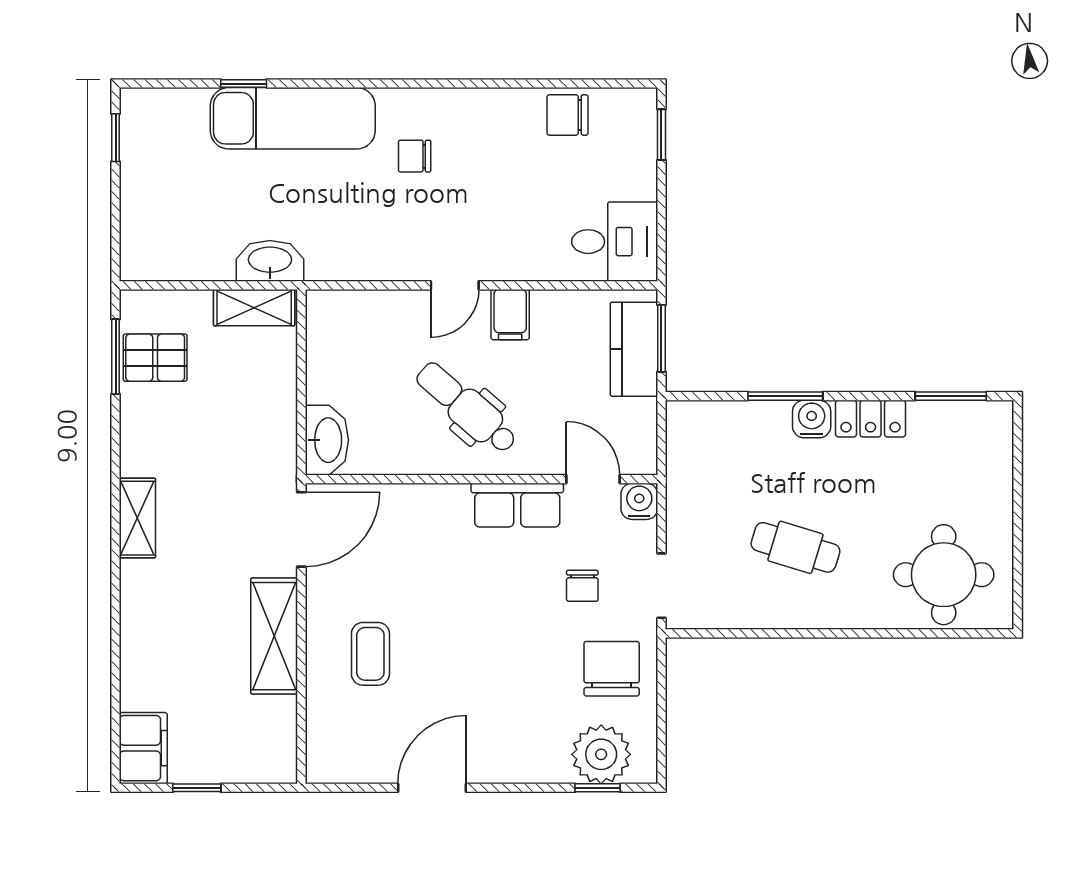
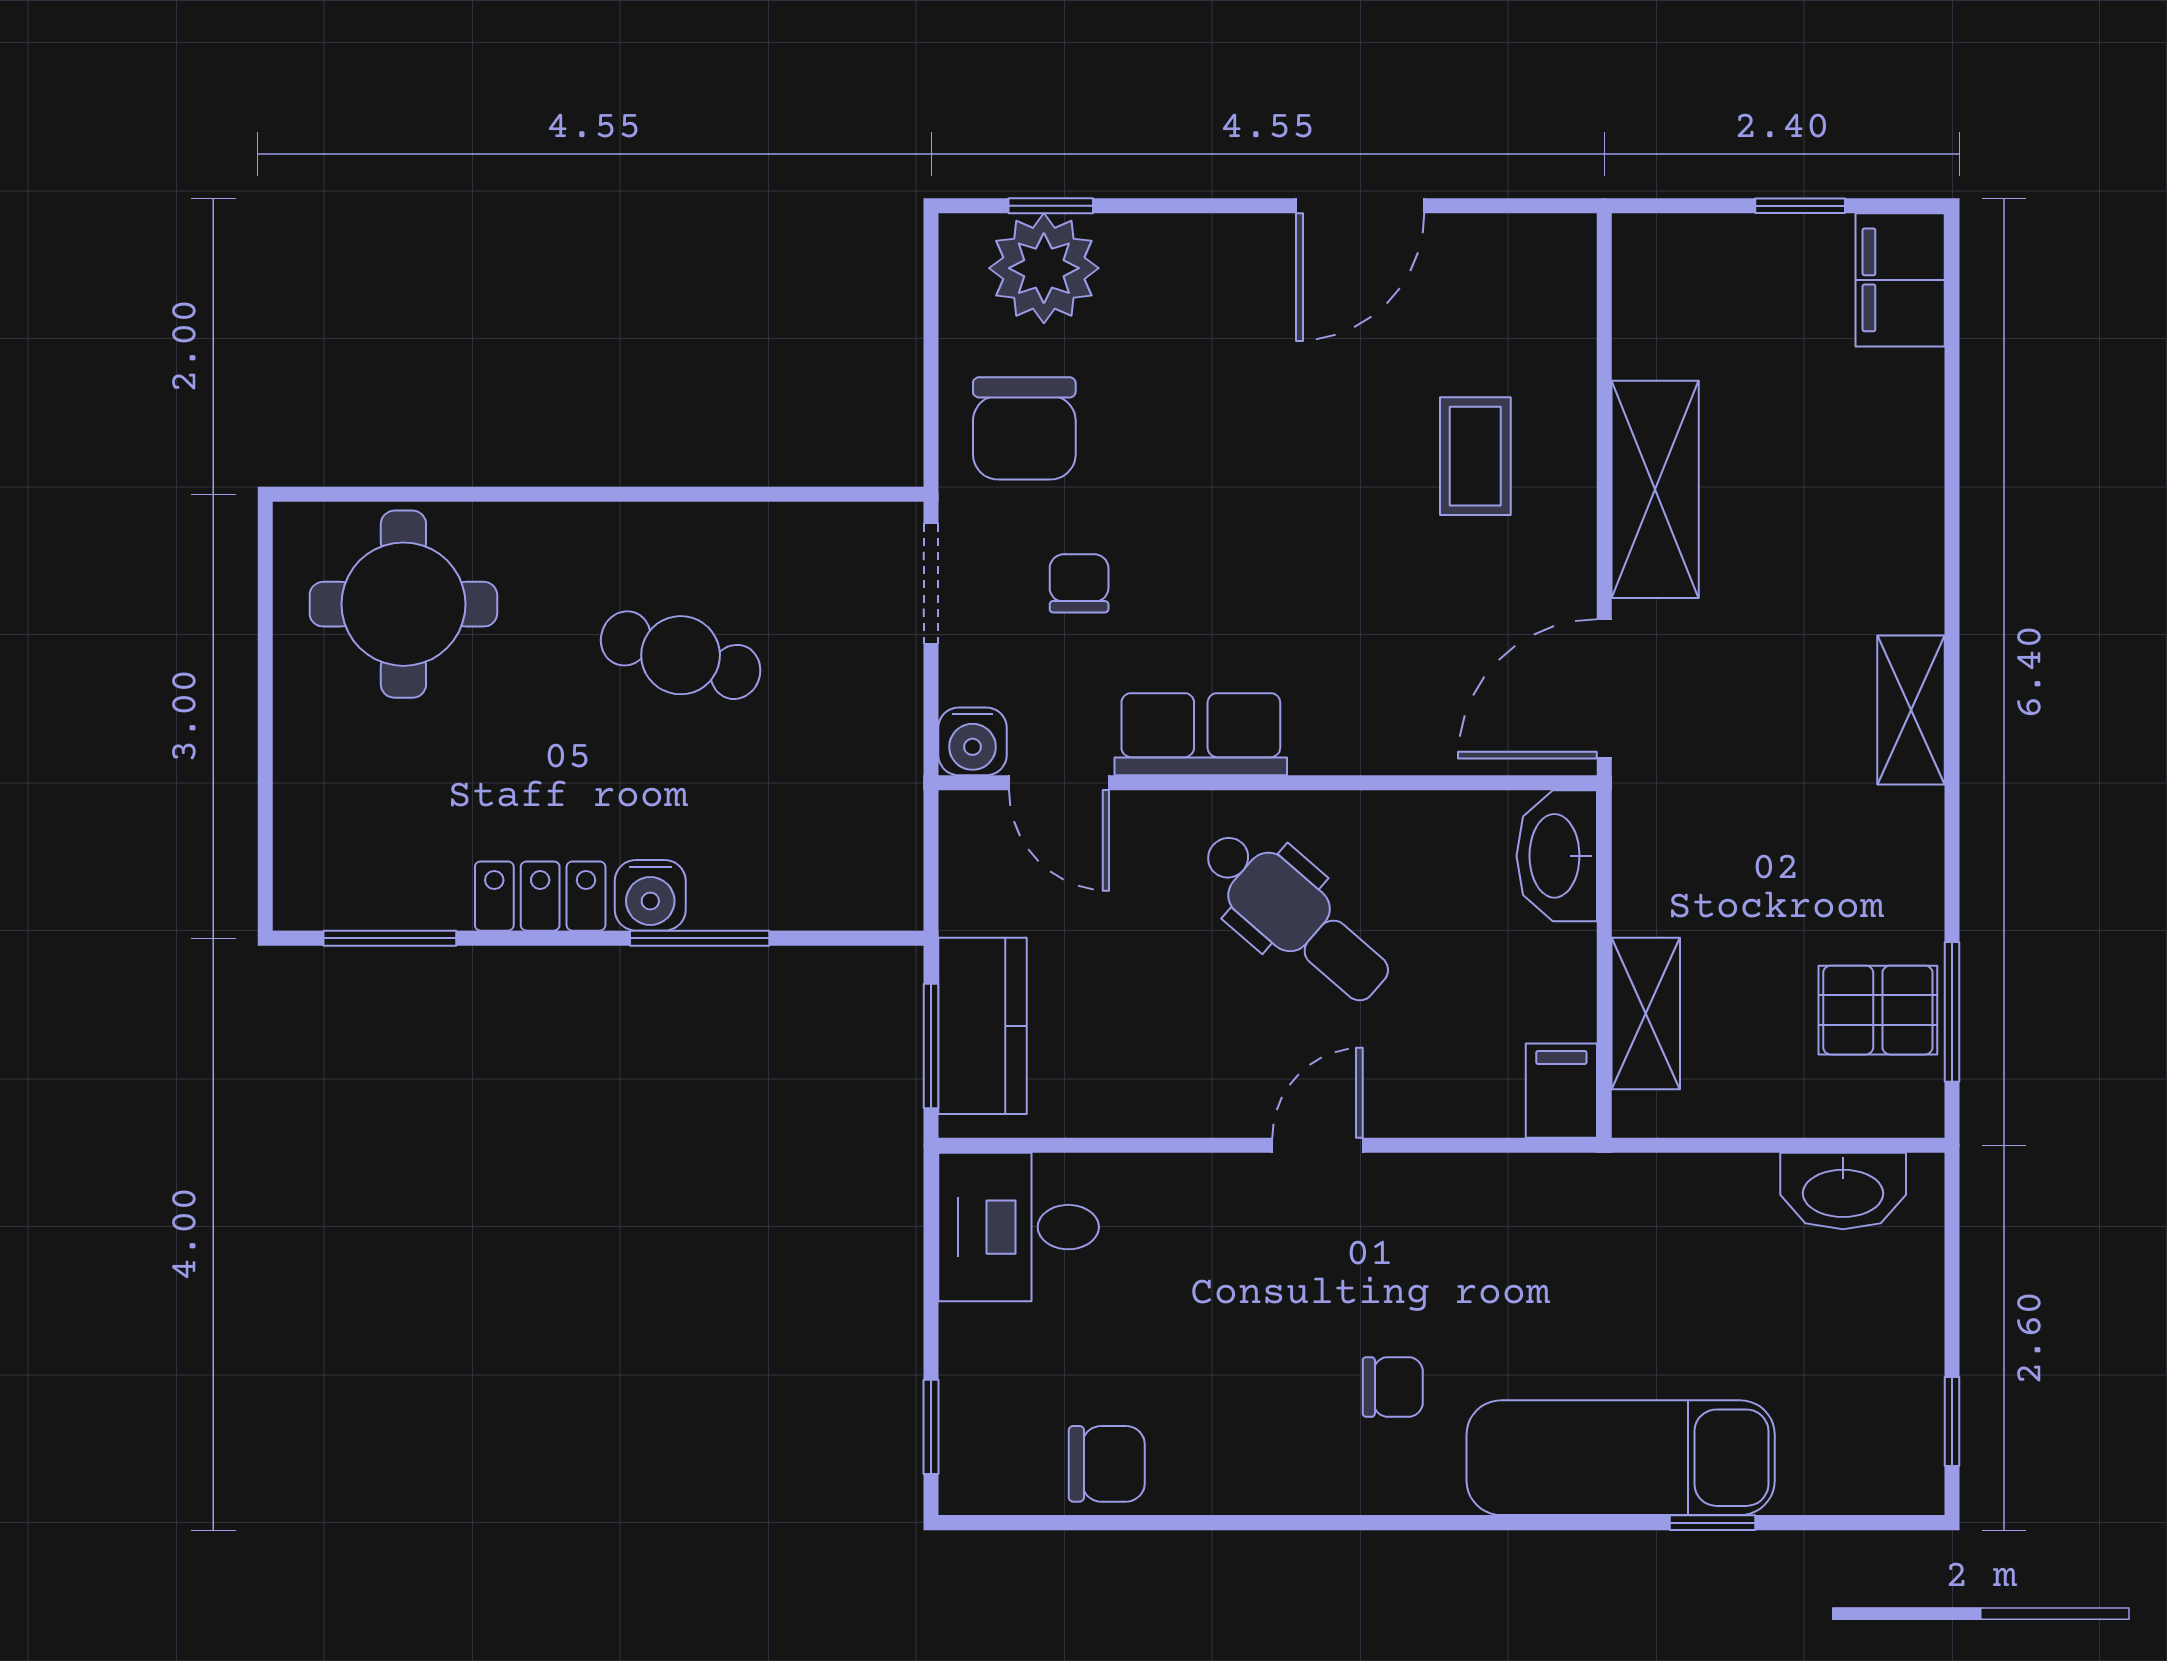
washbasin: (270, 261) -> (1843, 1191), moved
shelving: (254, 308) -> (1646, 1014), moved, turned 90
filing cabinet: (510, 315) -> (1561, 1091), moved

